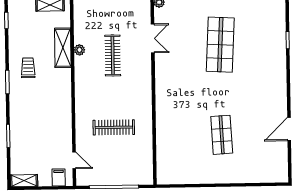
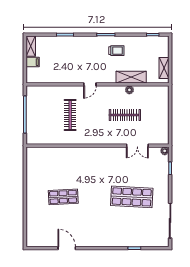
door: (74, 160) -> (90, 84), moved
filing cabinet: (59, 177) -> (33, 62), moved

